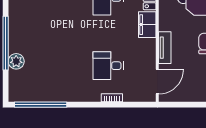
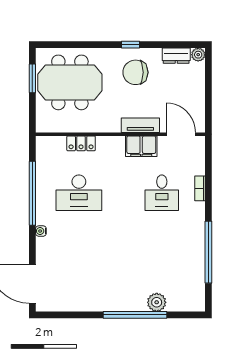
filing cabinet: (147, 25) -> (141, 146), moved
window: (41, 105) -> (208, 252), moved

